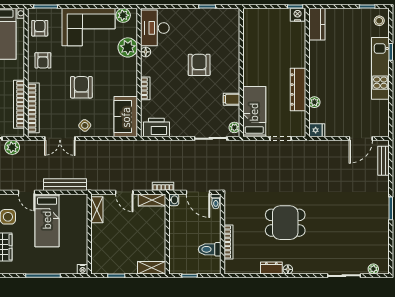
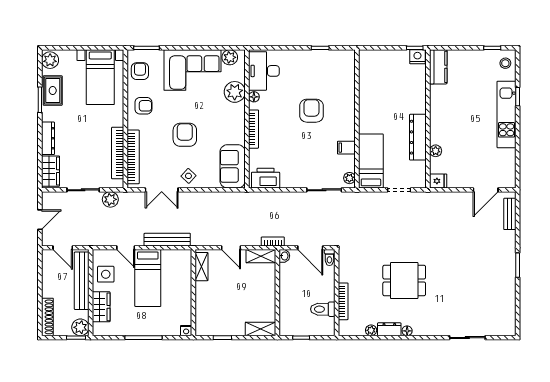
armchair: (43, 60) -> (143, 106), turned -90
bookcase: (145, 88) -> (254, 129), width x1.56
plant: (373, 269) -> (371, 330), moved

